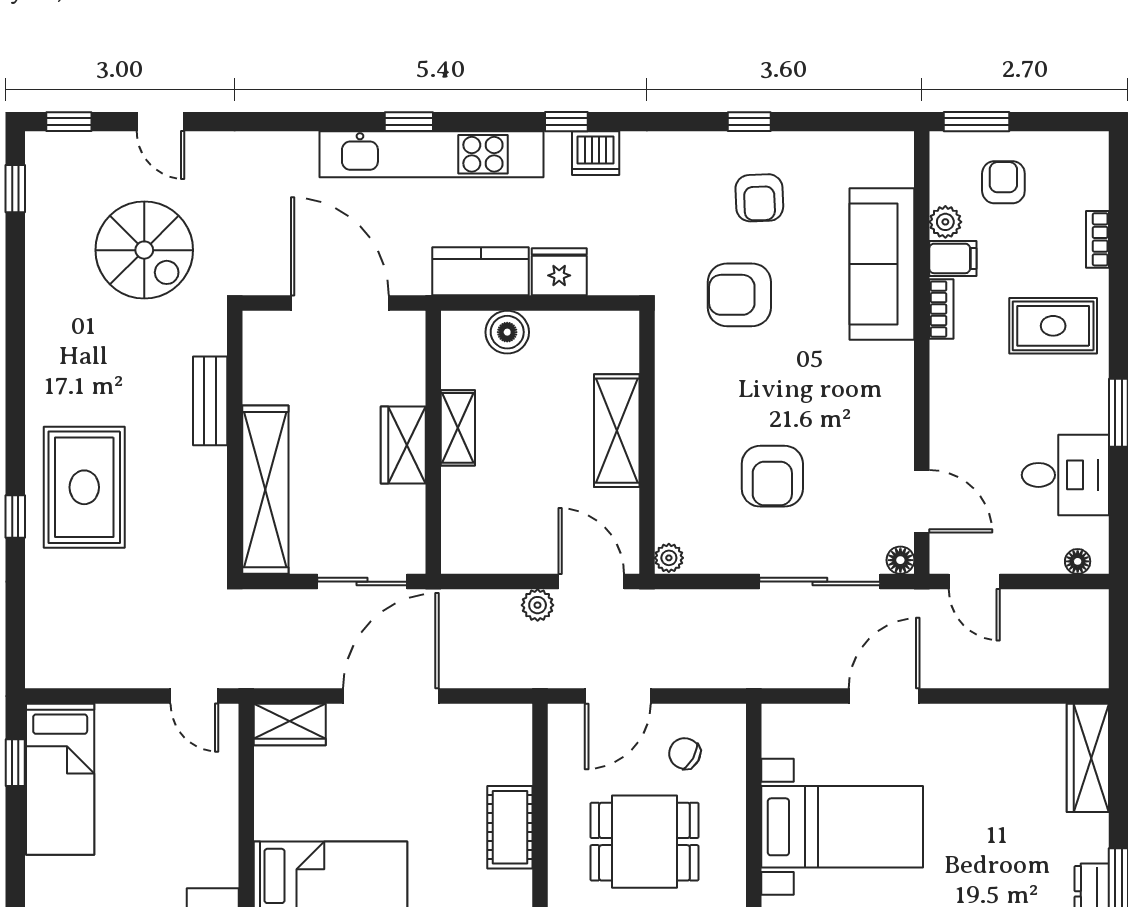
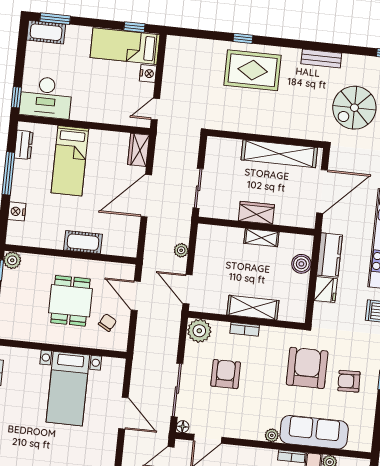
armchair: (739, 295) -> (307, 368), width x1.36, depth x1.36
plant: (899, 358) -> (272, 435), added
bench: (210, 401) -> (321, 59), moved
bookcase: (667, 444) -> (245, 329), added
armchair: (772, 476) -> (226, 374), turned 90
shelving: (265, 490) -> (279, 154), moved
plant: (669, 558) -> (199, 331), width x1.88, depth x1.88
door: (591, 582) -> (188, 289), swing flipped
plant: (538, 605) -> (181, 250), moved
door: (391, 696) -> (146, 196), swing flipped
nightstand: (116, 721) -> (148, 73), added

